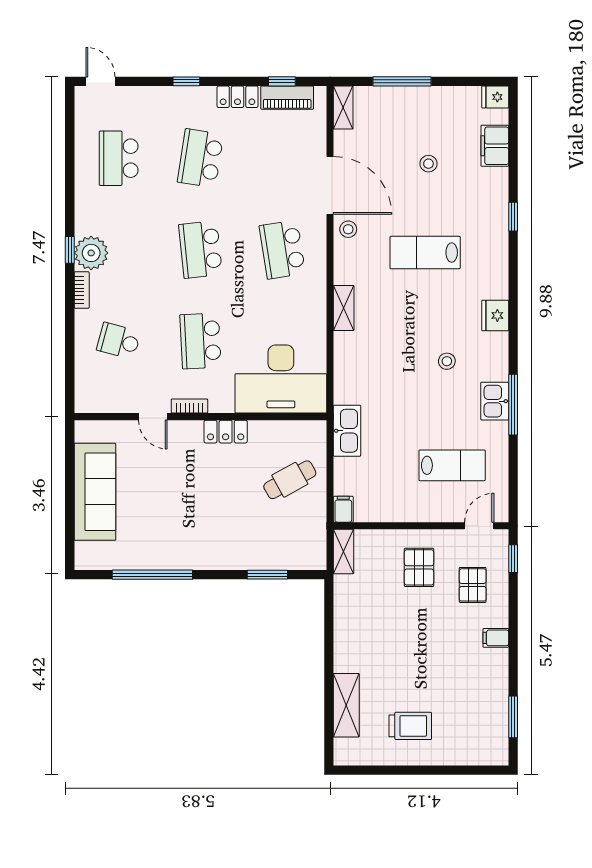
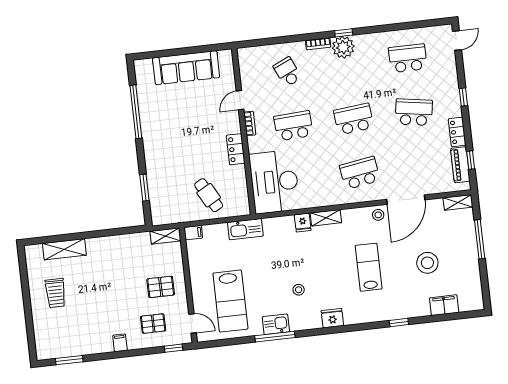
fridge: (495, 97) -> (303, 223), moved, turned 180
stool: (428, 164) -> (427, 263), width x1.89, depth x1.89
school desk: (119, 341) -> (287, 72), turned -39
lab bench: (452, 465) -> (230, 301), width x1.36, depth x1.39

